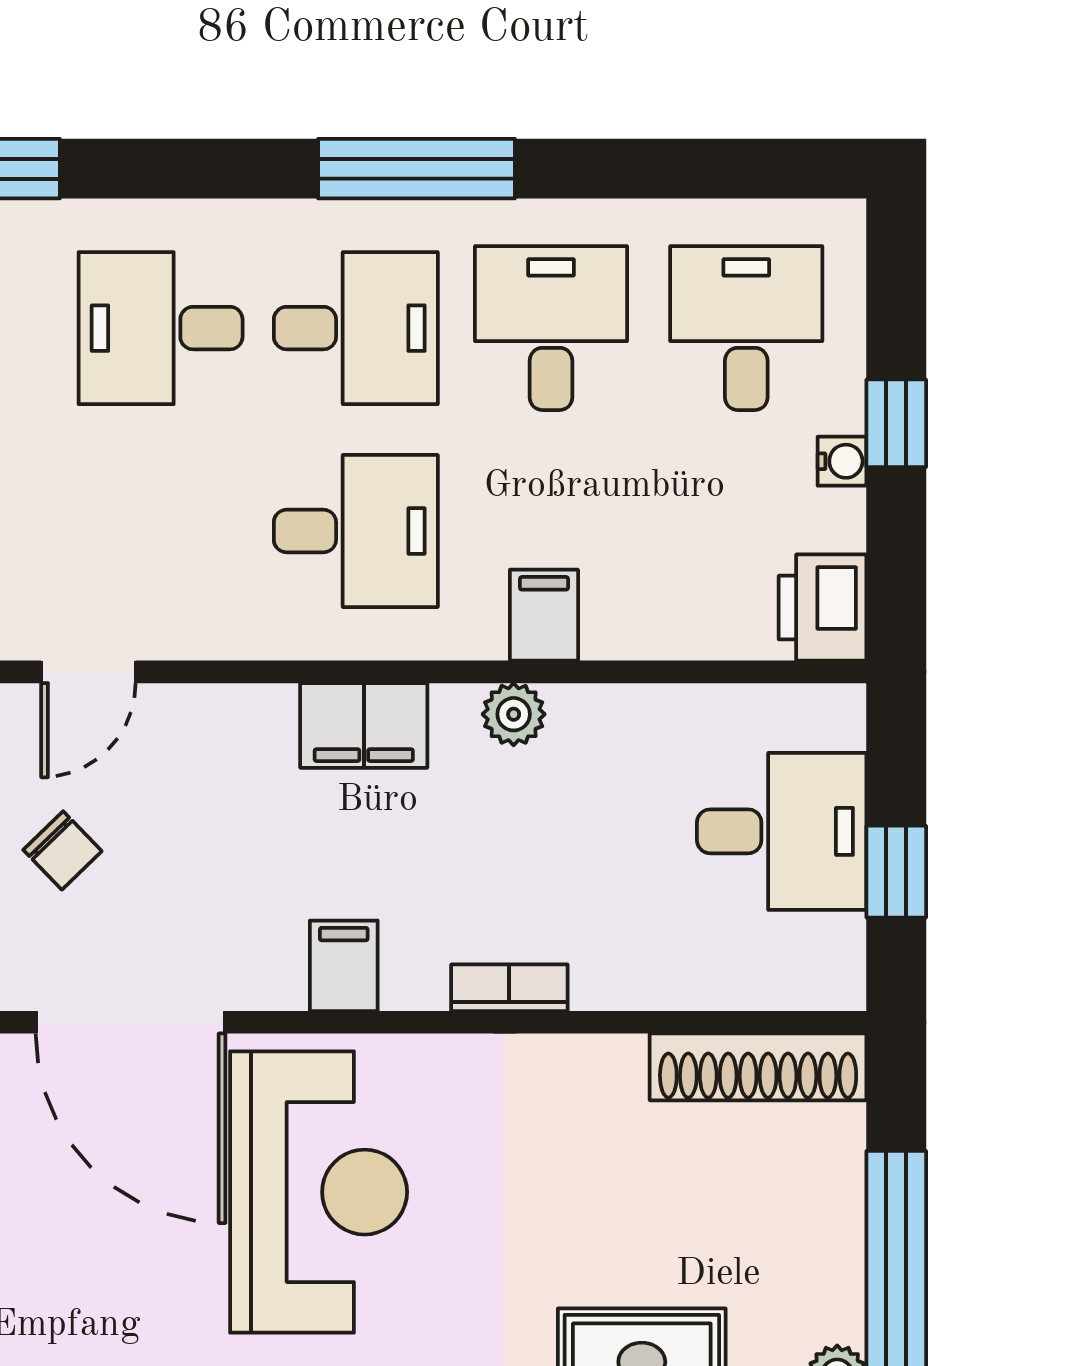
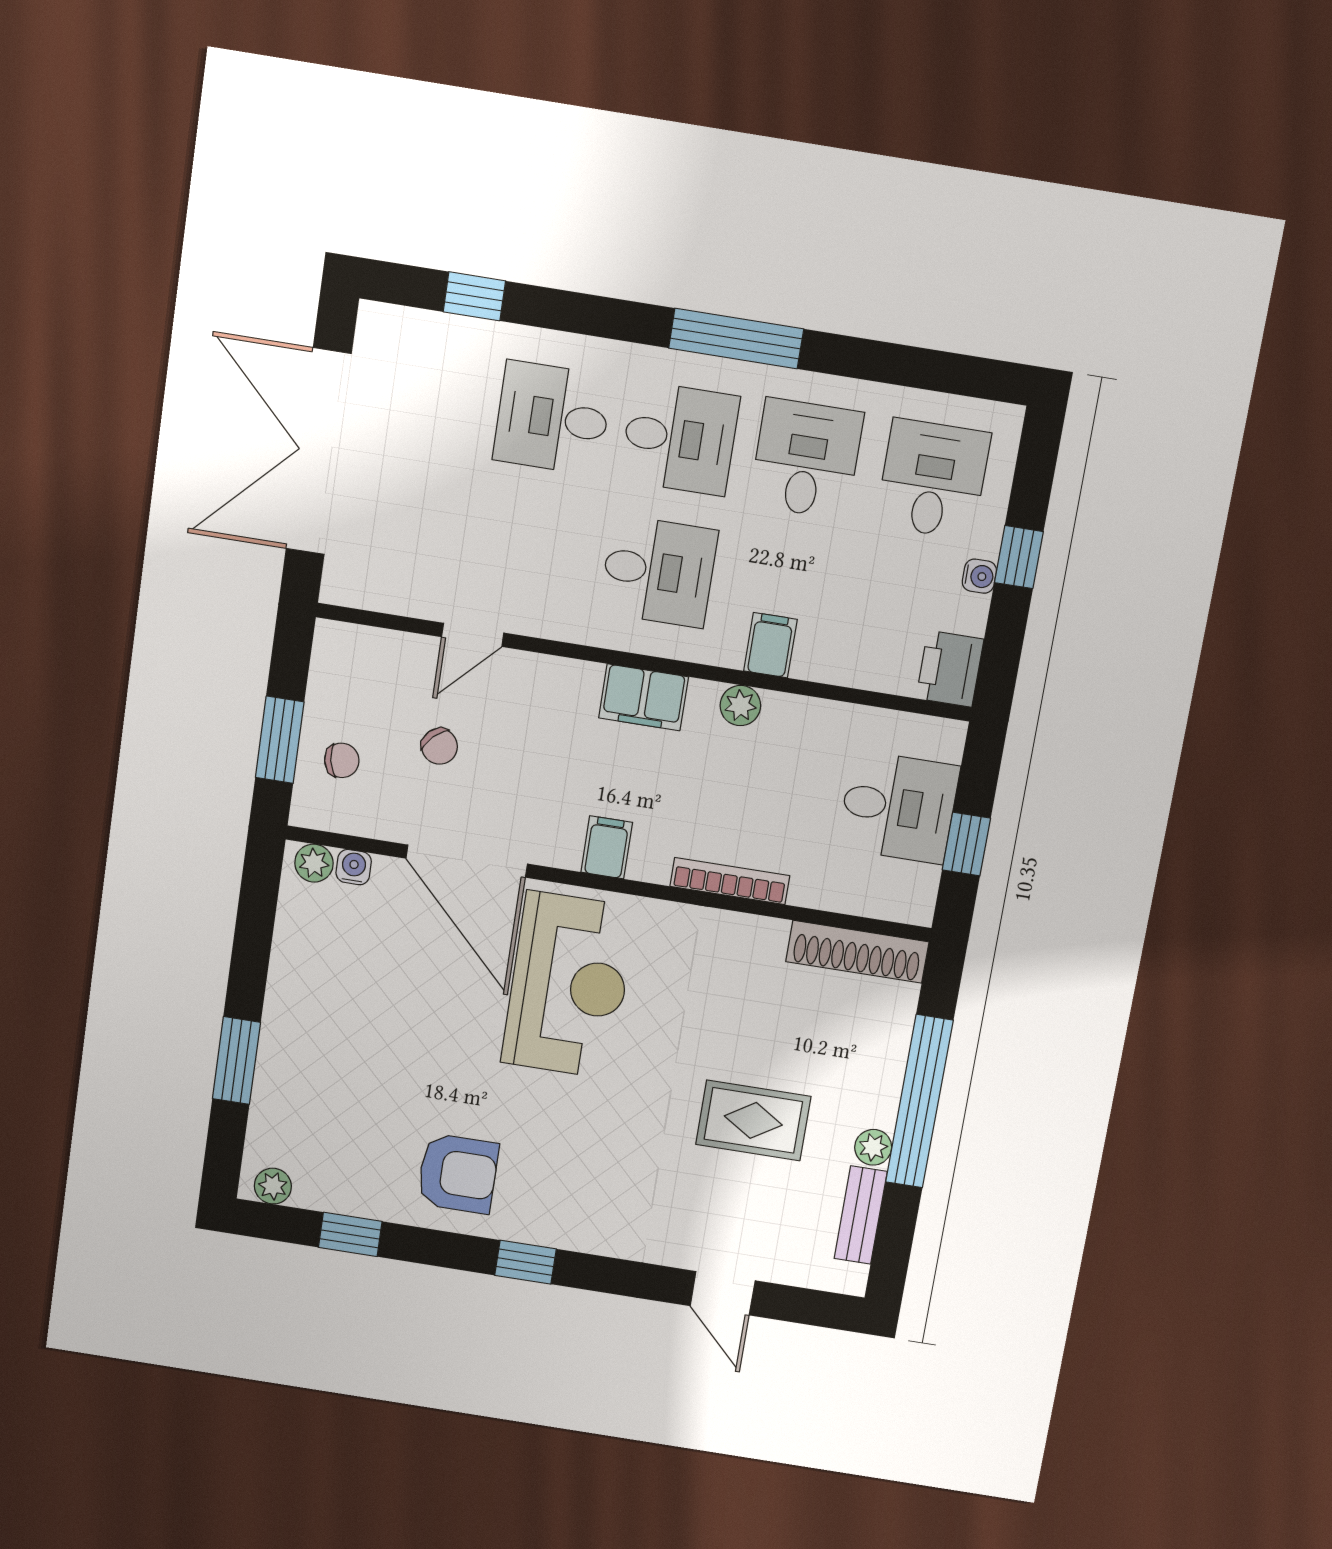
bookcase: (509, 988) -> (730, 881), width x1.56

